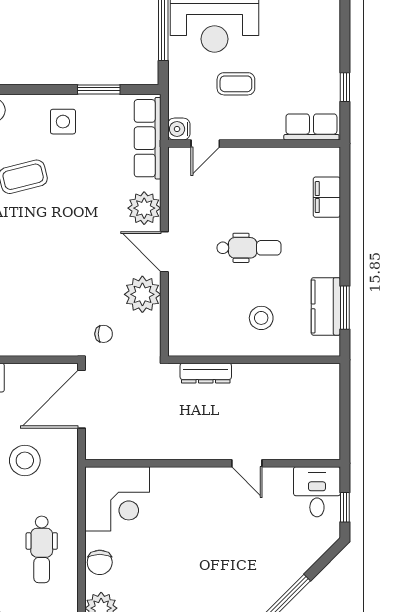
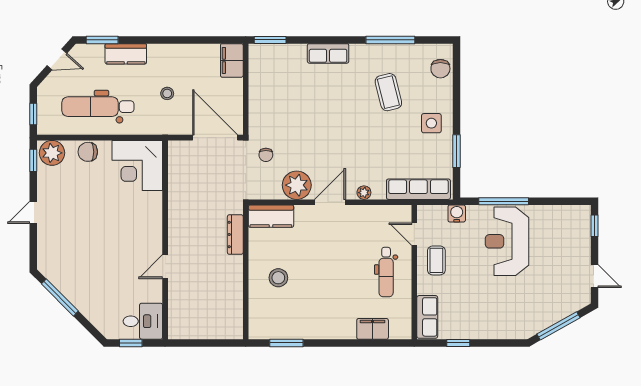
coffee table: (236, 84) -> (436, 260), moved
water cooler: (179, 129) -> (457, 214), moved
plant: (144, 208) -> (364, 193), width x0.53, depth x0.53
dental chair: (249, 248) -> (386, 272), moved
kitchen counter: (326, 306) -> (271, 216), moved, turned 180
stool: (25, 460) -> (167, 93), width x0.53, depth x0.53
dental chair: (42, 549) -> (98, 107), width x1.36, depth x1.38

